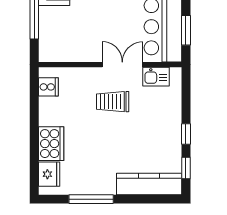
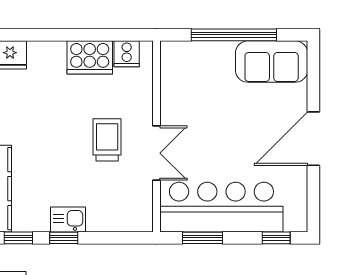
kitchen sink: (156, 77) -> (68, 220), moved, turned 90
cooker: (51, 144) -> (90, 57), moved

